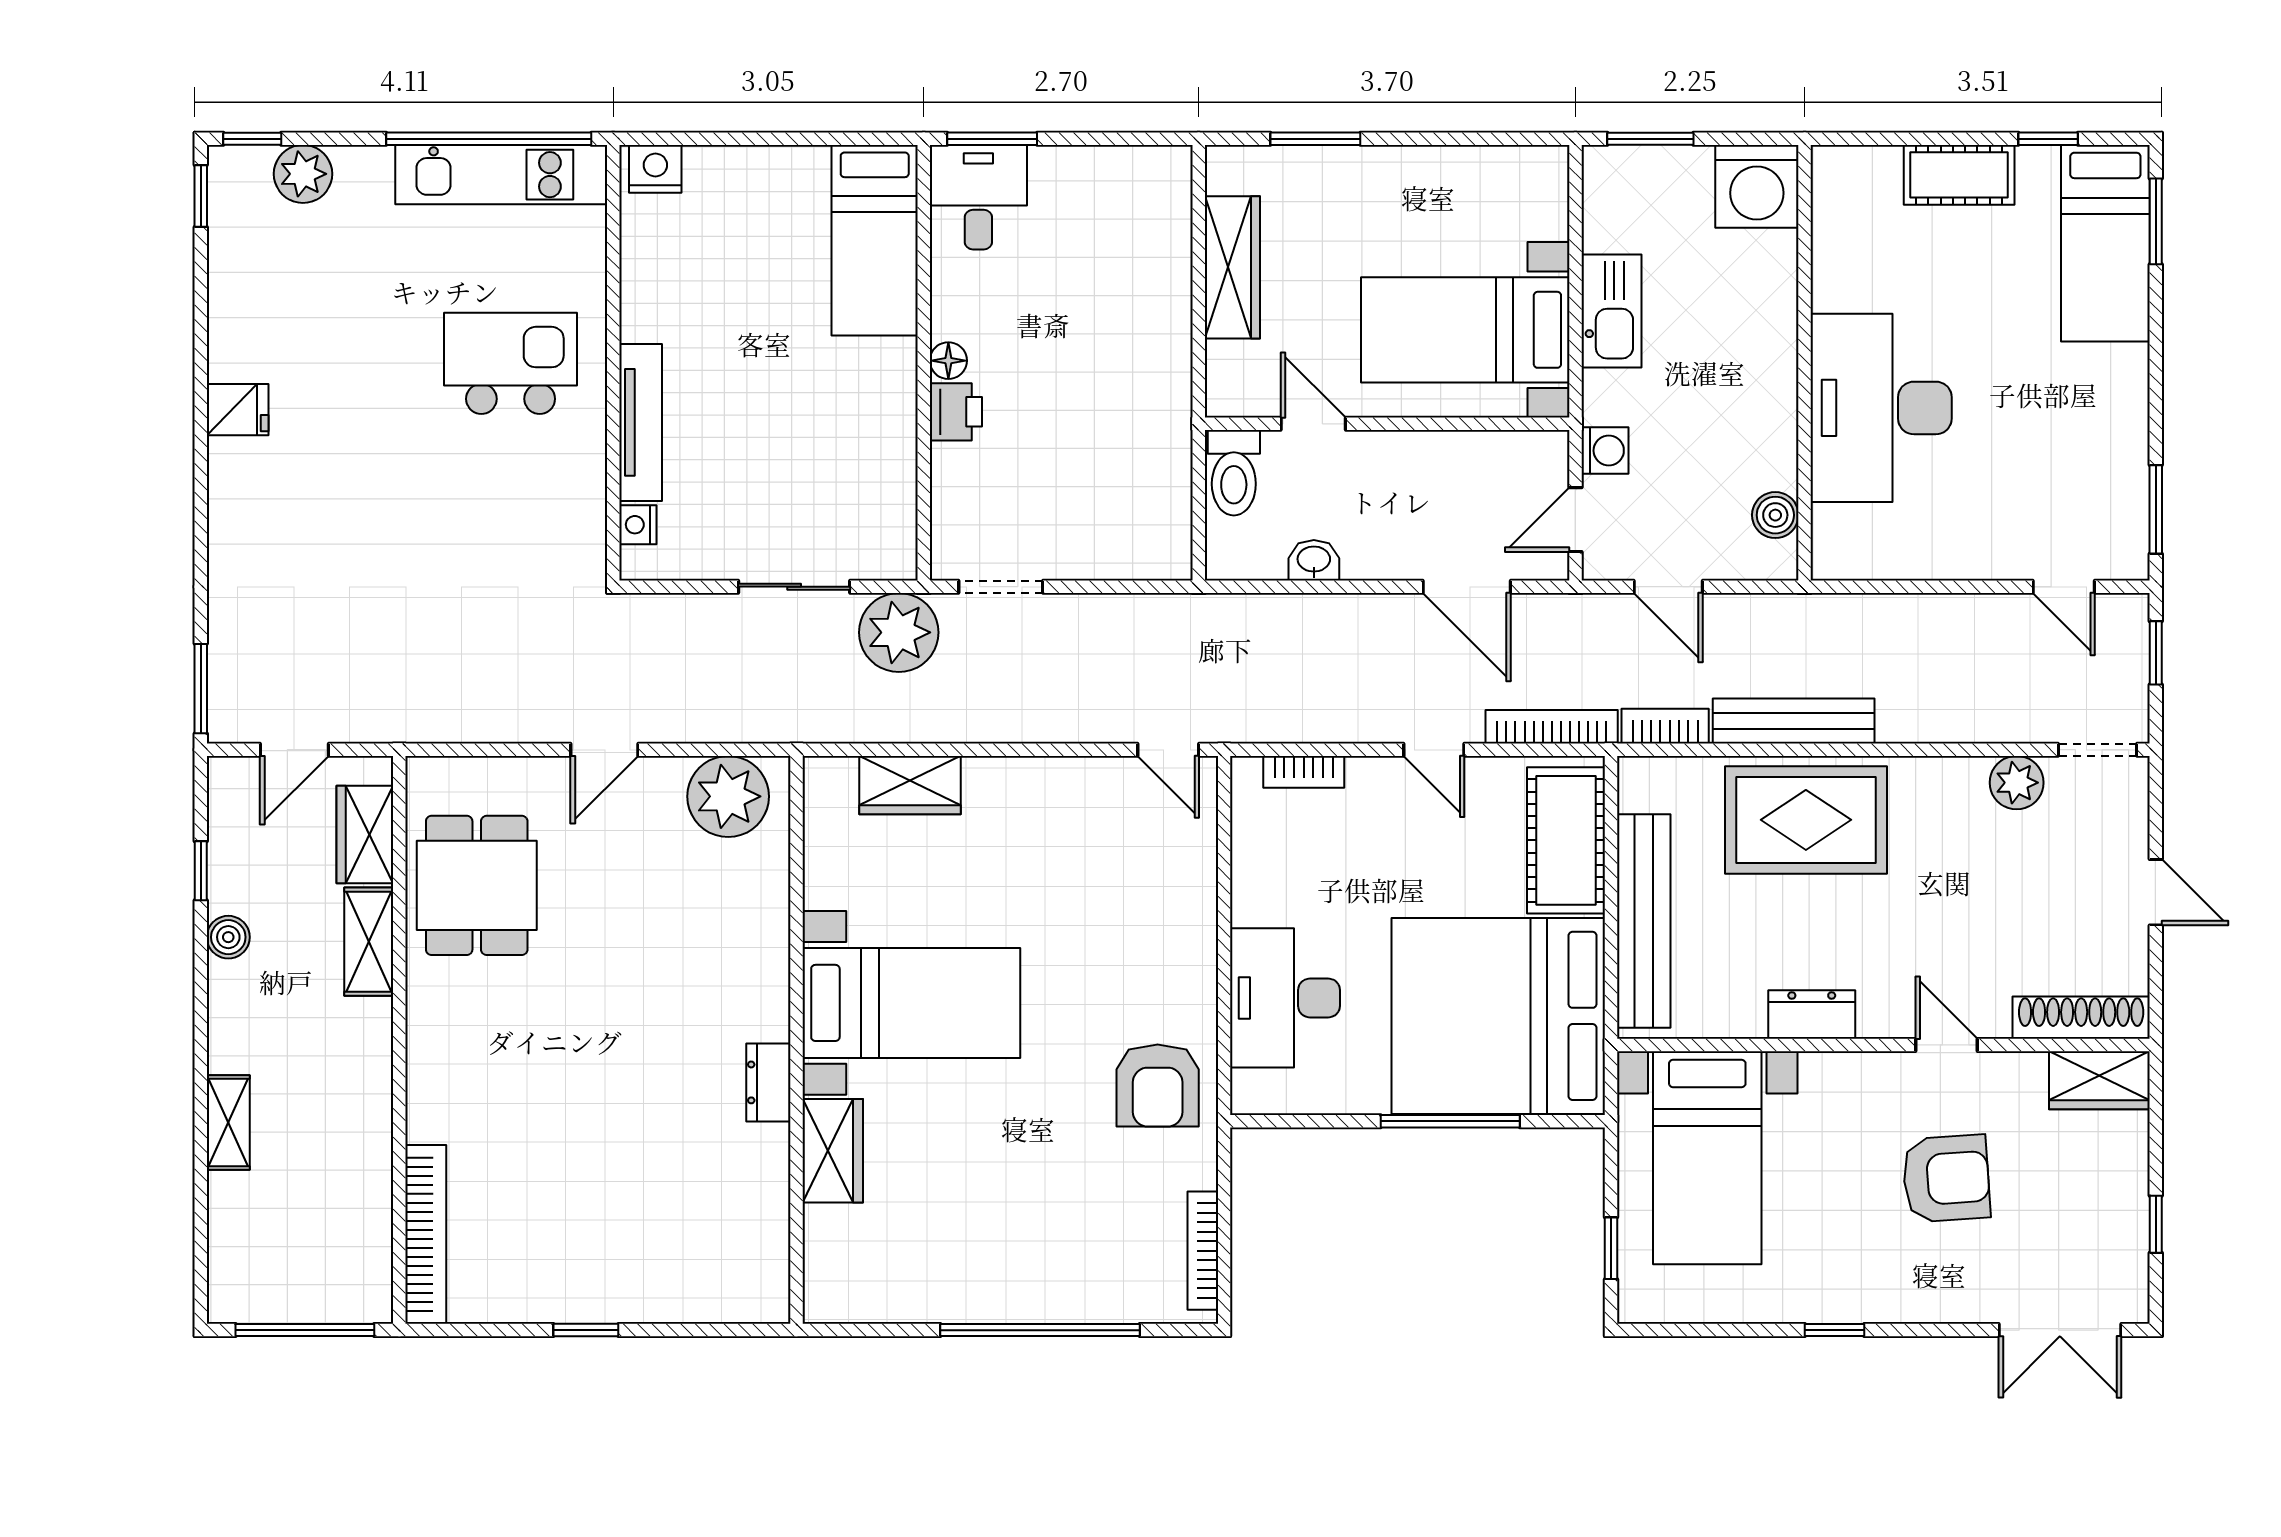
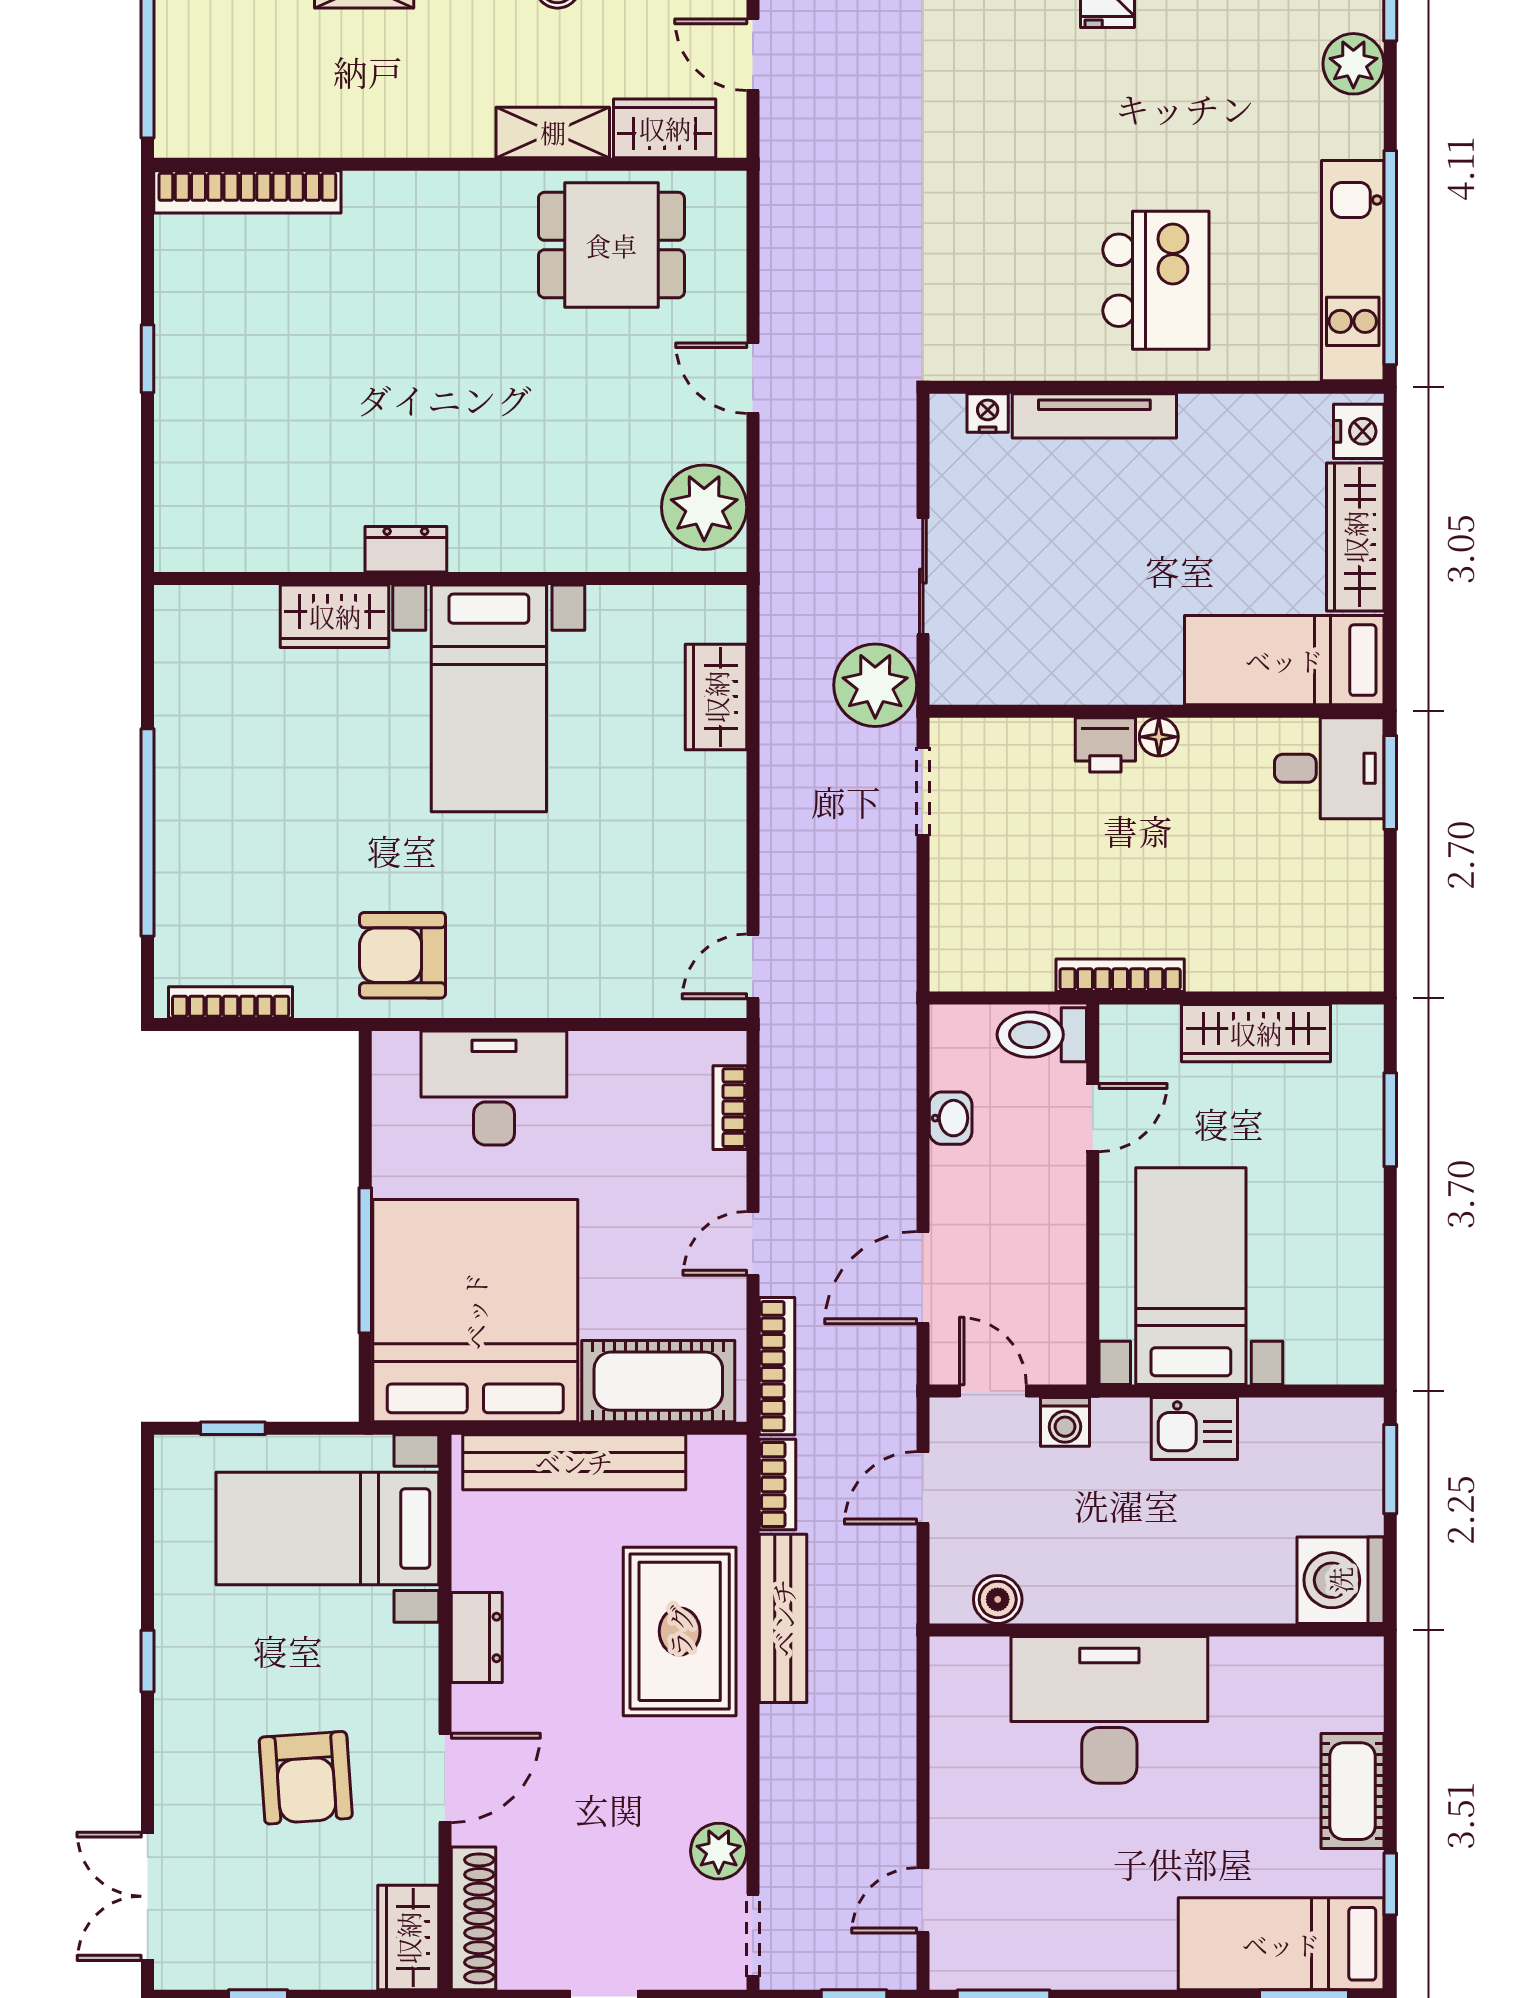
wardrobe: (757, 172) -> (1355, 537), added
kitchen sink: (1611, 311) -> (1194, 1429), width x0.73
bookcase: (1177, 398) -> (1120, 975), added
door: (1946, 1045) -> (445, 1778), width x1.38

